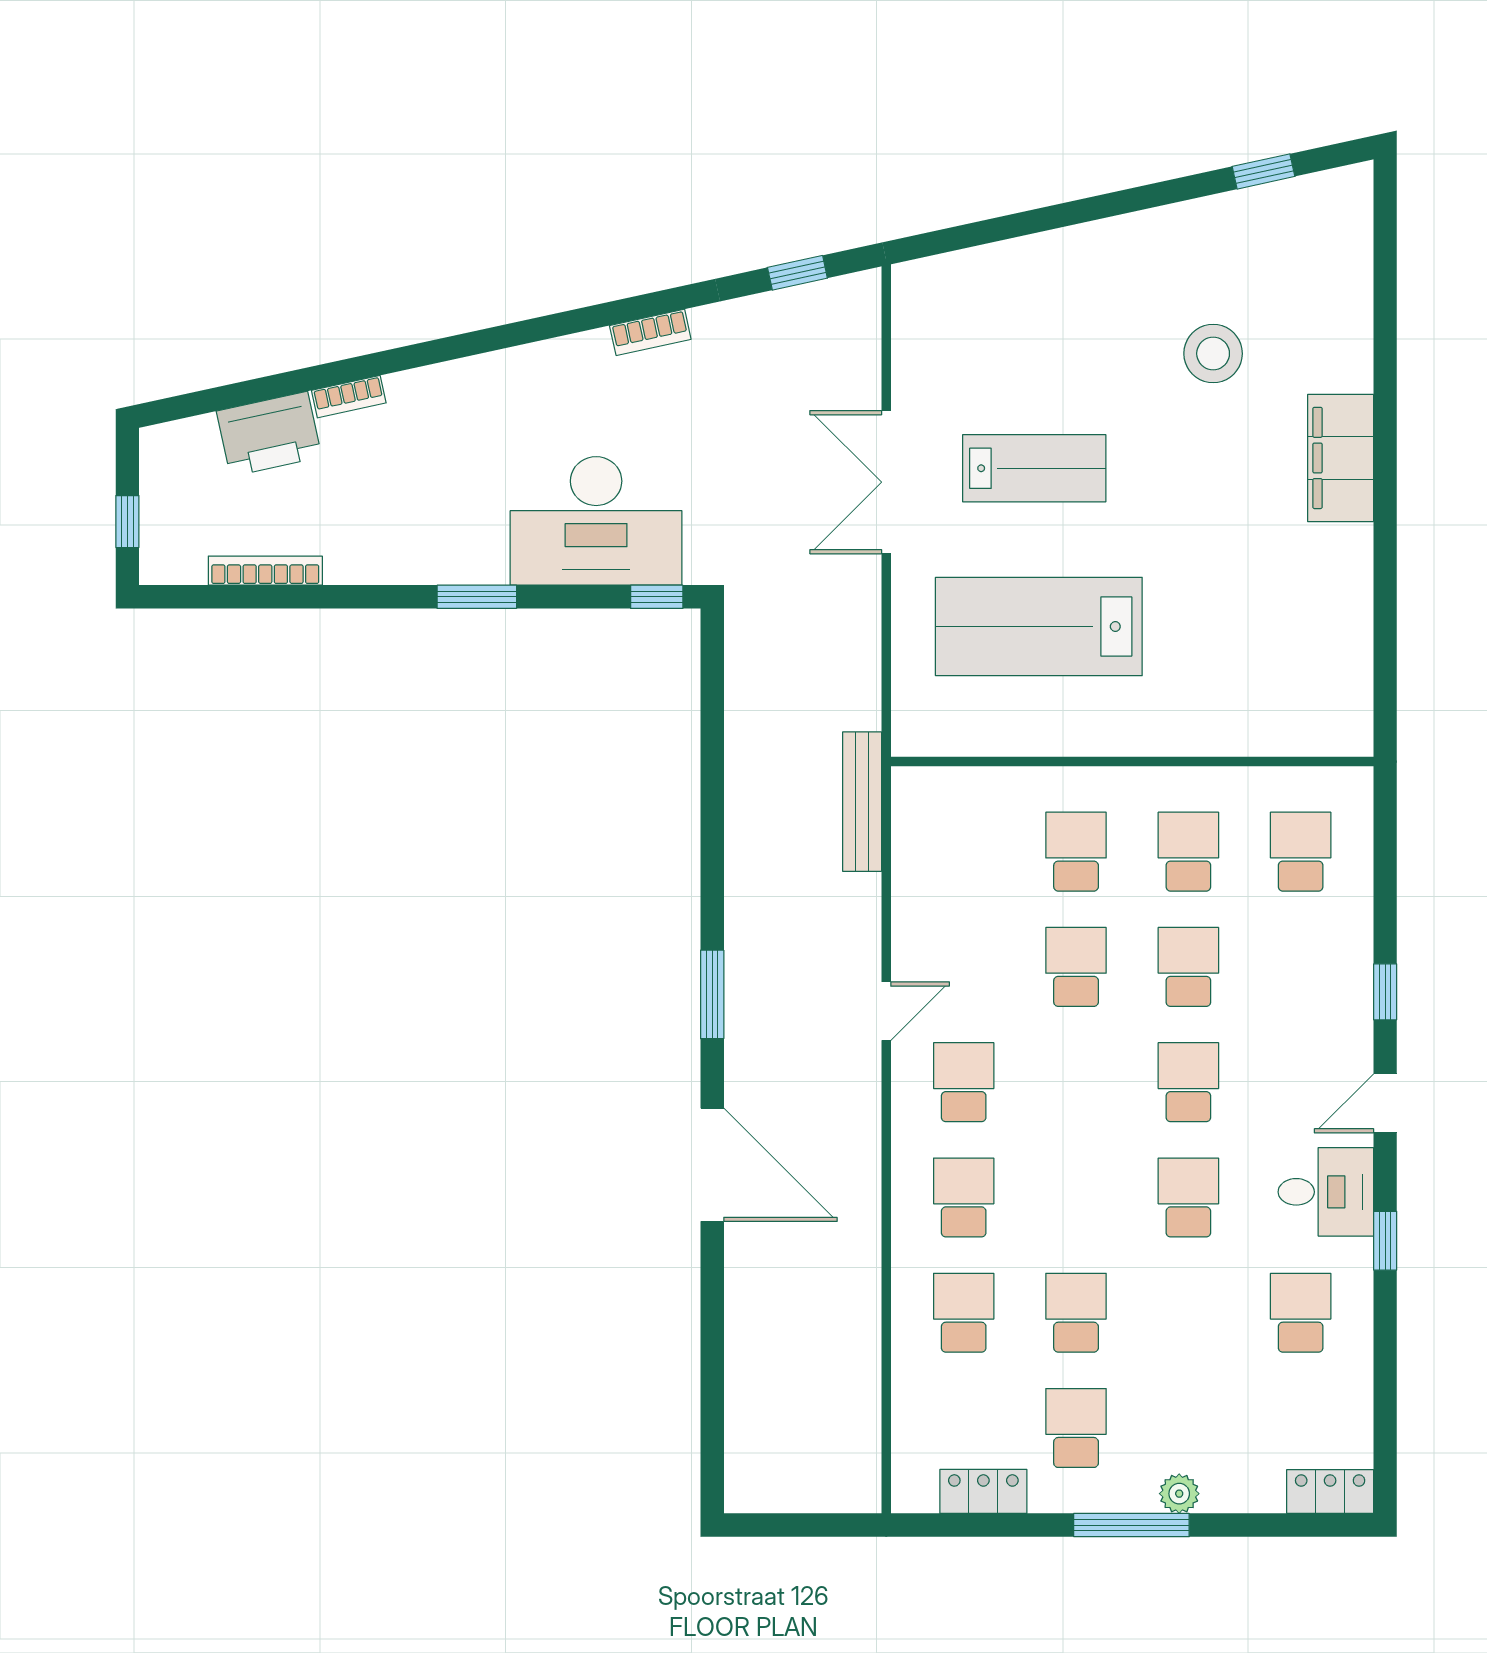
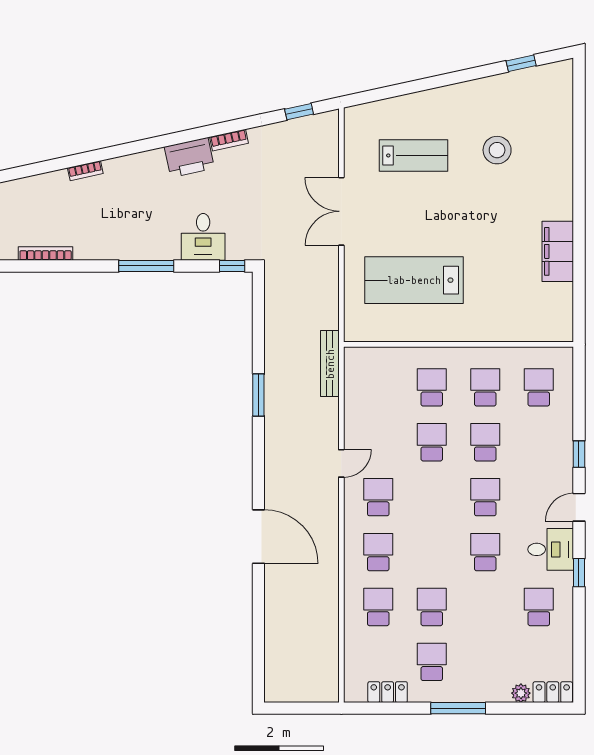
printer: (269, 434) -> (189, 158), moved
filing cabinet: (1341, 458) -> (558, 251), moved
lab bench: (1034, 468) -> (414, 155), moved
desk: (596, 521) -> (203, 237), width x0.53, depth x0.77
window: (477, 597) -> (146, 266), width x1.44
window: (712, 994) -> (258, 395), moved
plant: (1179, 1494) -> (521, 693), moved

